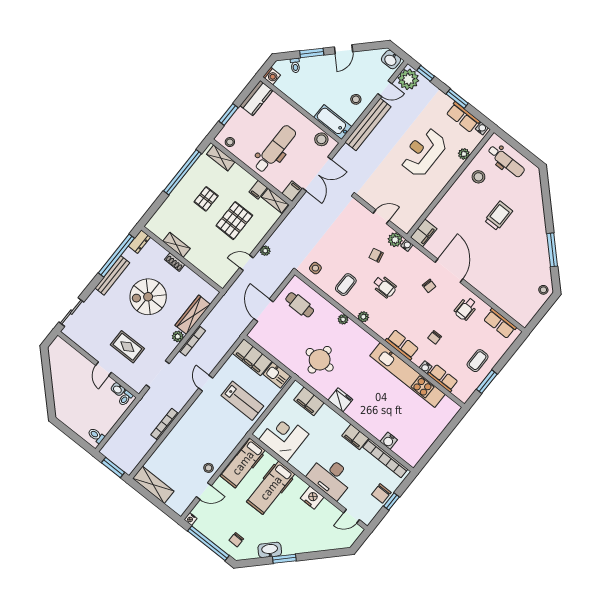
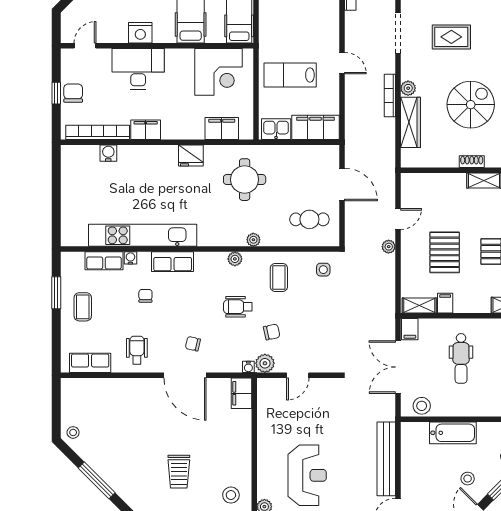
stool: (356, 99) -> (468, 479), moved
bathtub: (333, 122) -> (453, 433), moved
dental chair: (275, 149) -> (461, 358), width x0.73, depth x0.72

